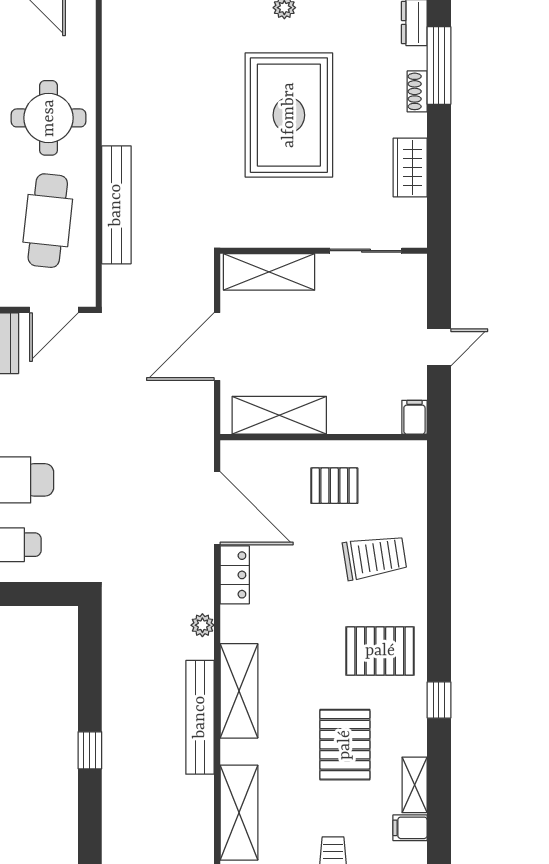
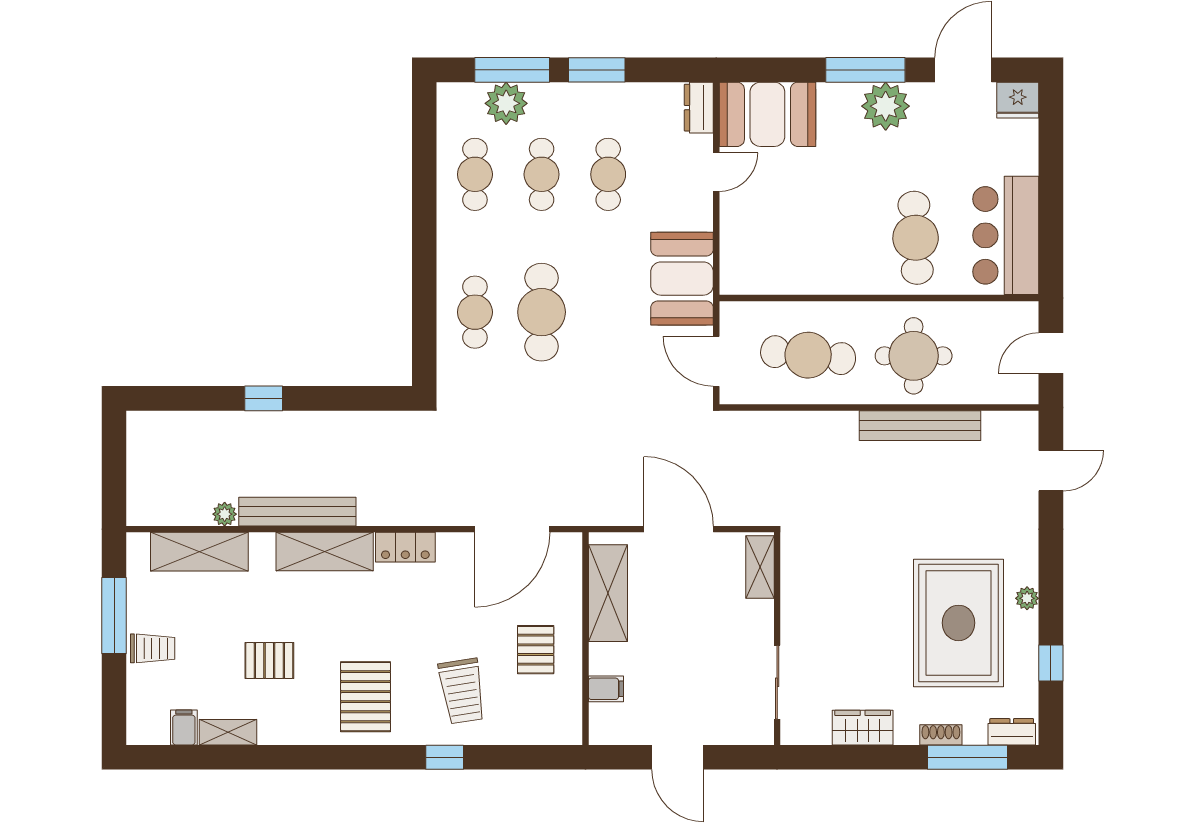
rug: (289, 115) -> (959, 623), moved, turned 90
bench: (116, 205) -> (920, 426), moved
shelving: (269, 272) -> (760, 567), width x0.67, depth x0.75
door: (439, 347) -> (678, 757), width x1.38
filing cabinet: (414, 417) -> (606, 689), moved
locker: (235, 575) -> (405, 547), moved
plant: (202, 625) -> (225, 514), moved
window: (439, 700) -> (445, 757), moved
pallet: (345, 745) -> (269, 661), width x0.67, depth x0.71

